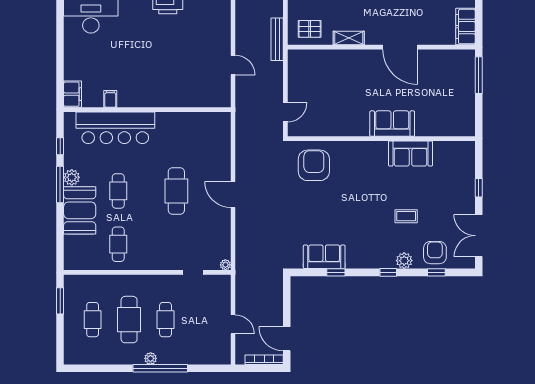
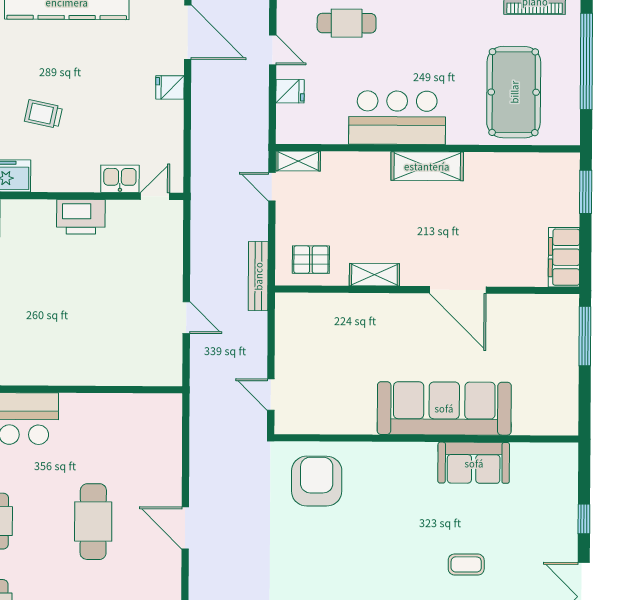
door: (285, 112) -> (271, 395), swing flipped
sofa: (392, 124) -> (444, 408), width x1.85, depth x1.27

